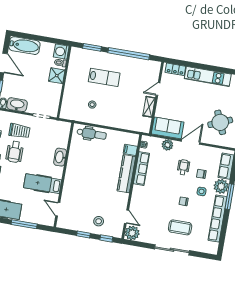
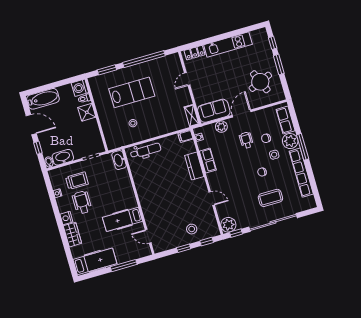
lab bench: (104, 77) -> (132, 92), width x1.36, depth x1.39
shelving: (149, 107) -> (192, 116), moved
filing cabinet: (130, 150) -> (185, 136), moved
wheelchair: (15, 152) -> (82, 202), turned 180
washbasin: (60, 157) -> (119, 160), moved
row of seats: (141, 169) -> (208, 161), width x0.68
kitchen counter: (126, 174) -> (194, 166), width x0.67
door: (126, 217) -> (212, 199), moved
window: (135, 243) -> (236, 233), added
sliding door: (172, 250) -> (273, 222), width x1.36

